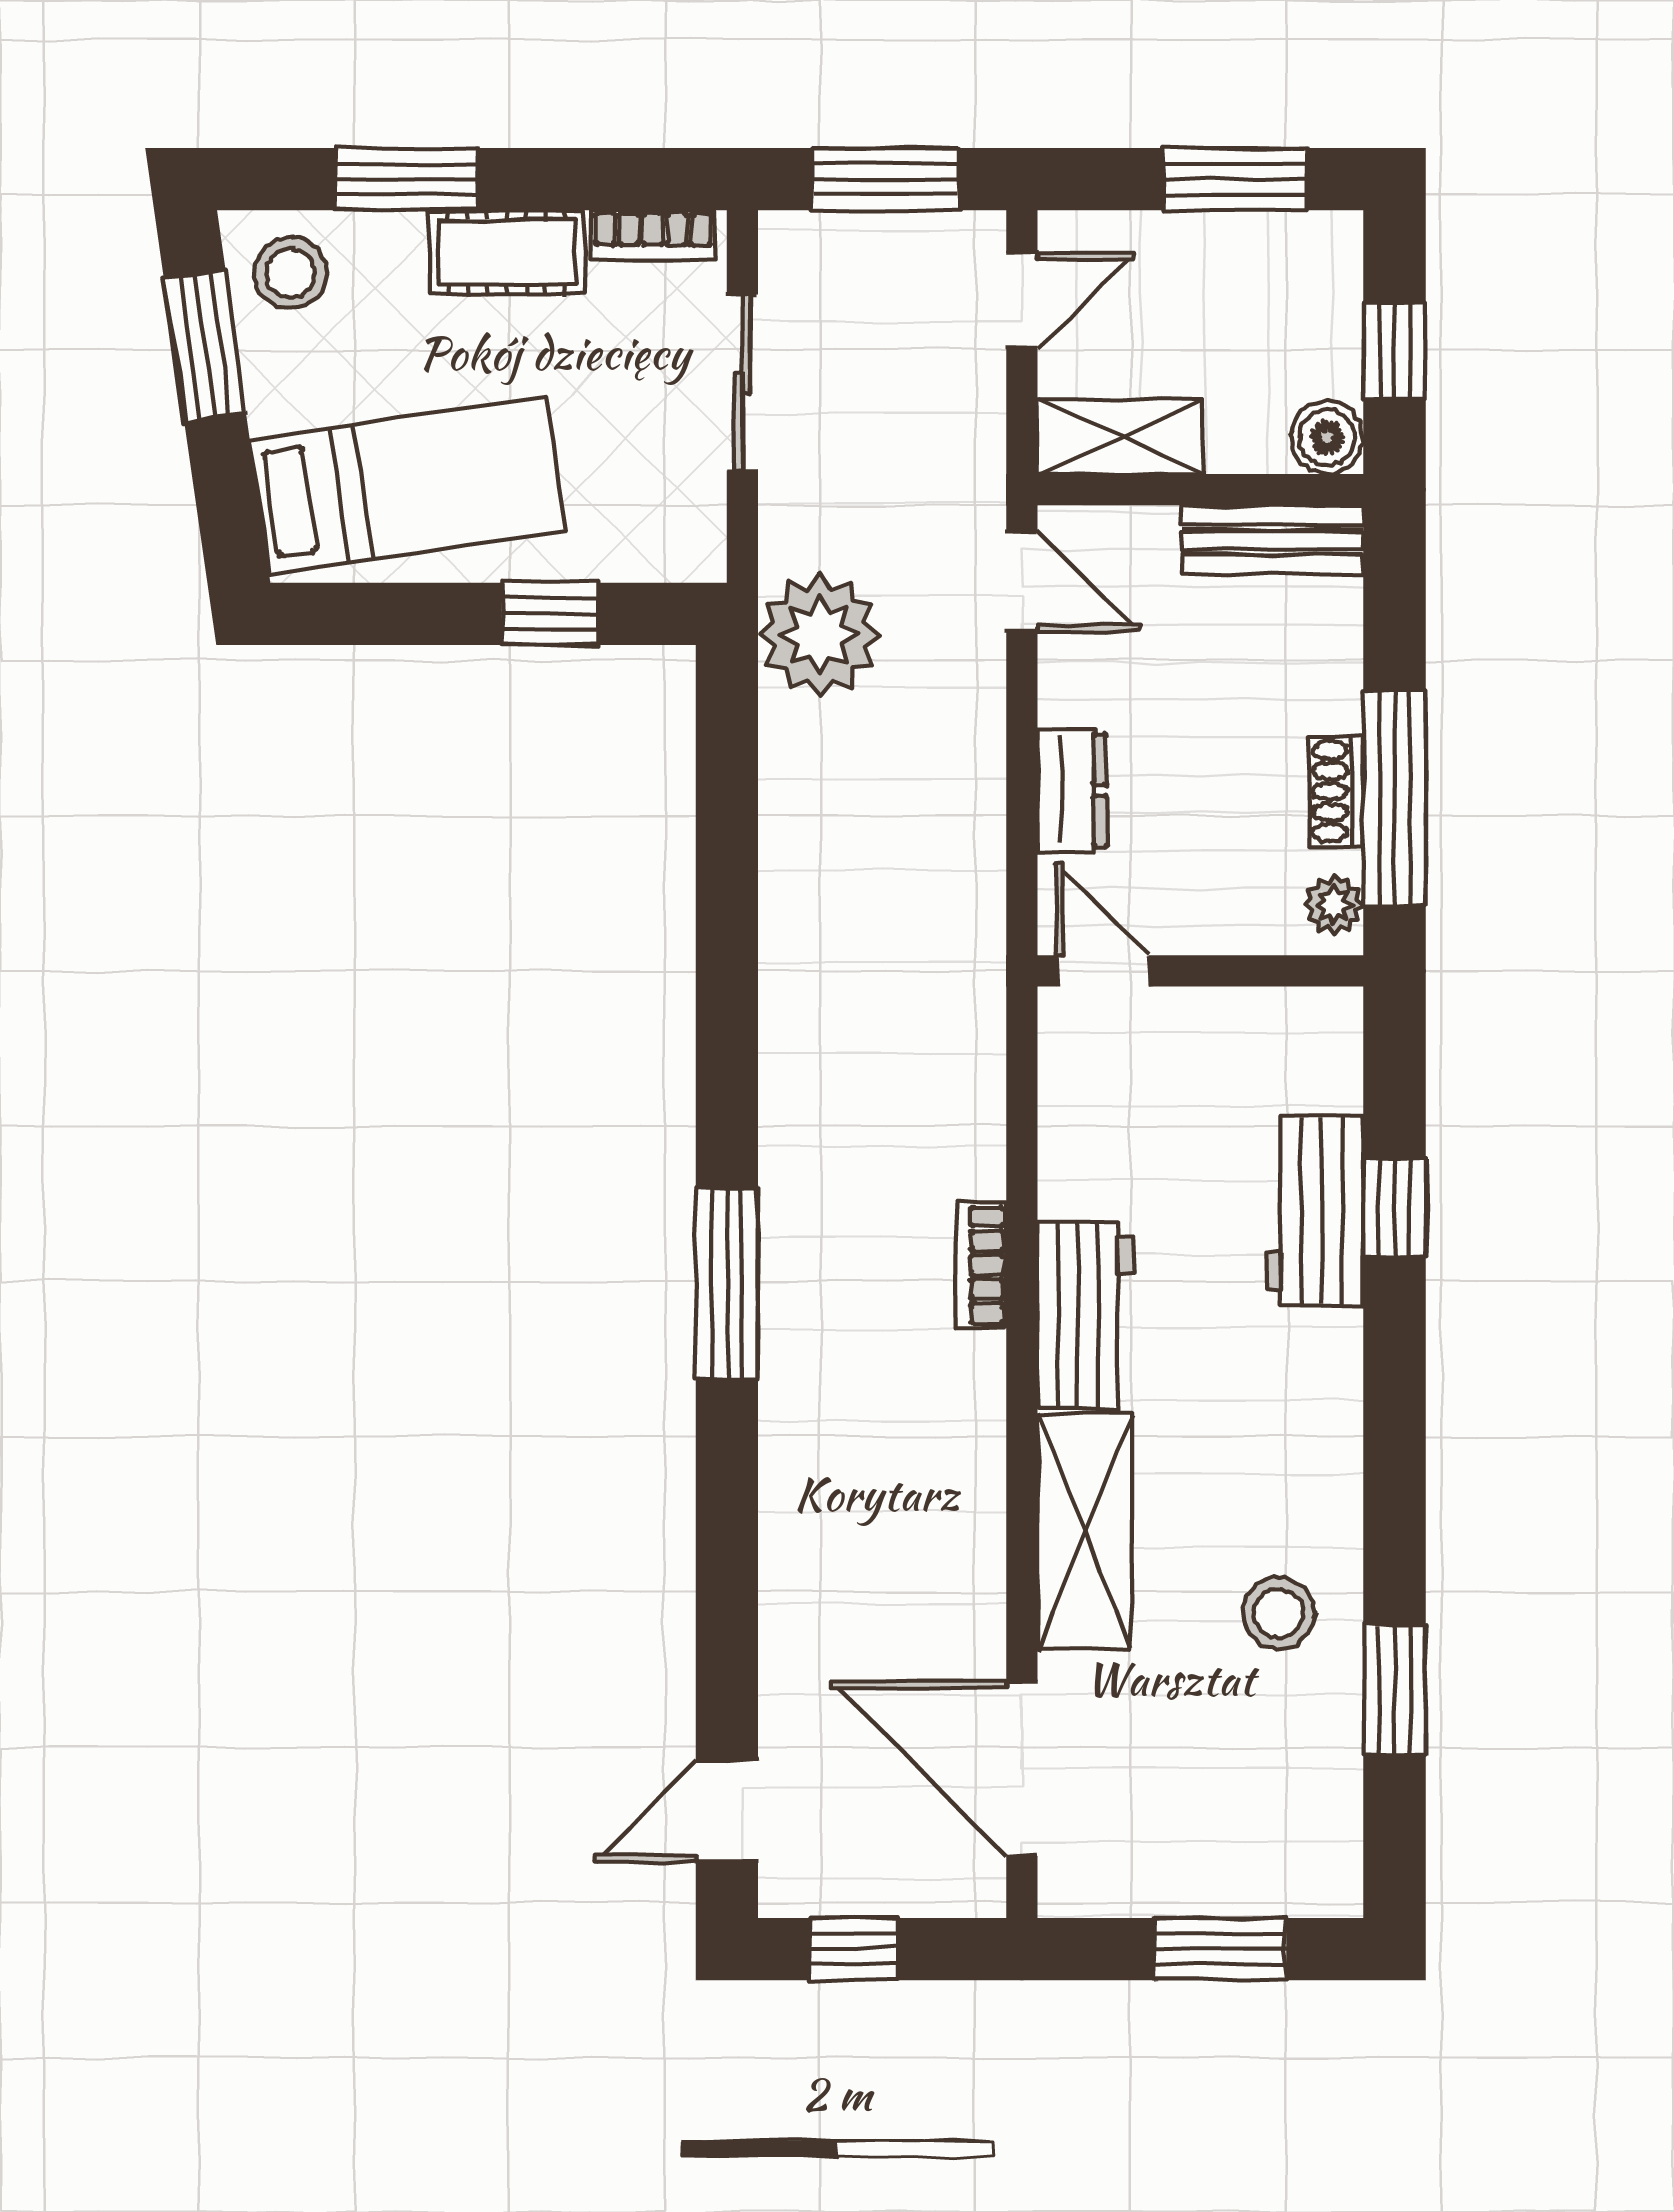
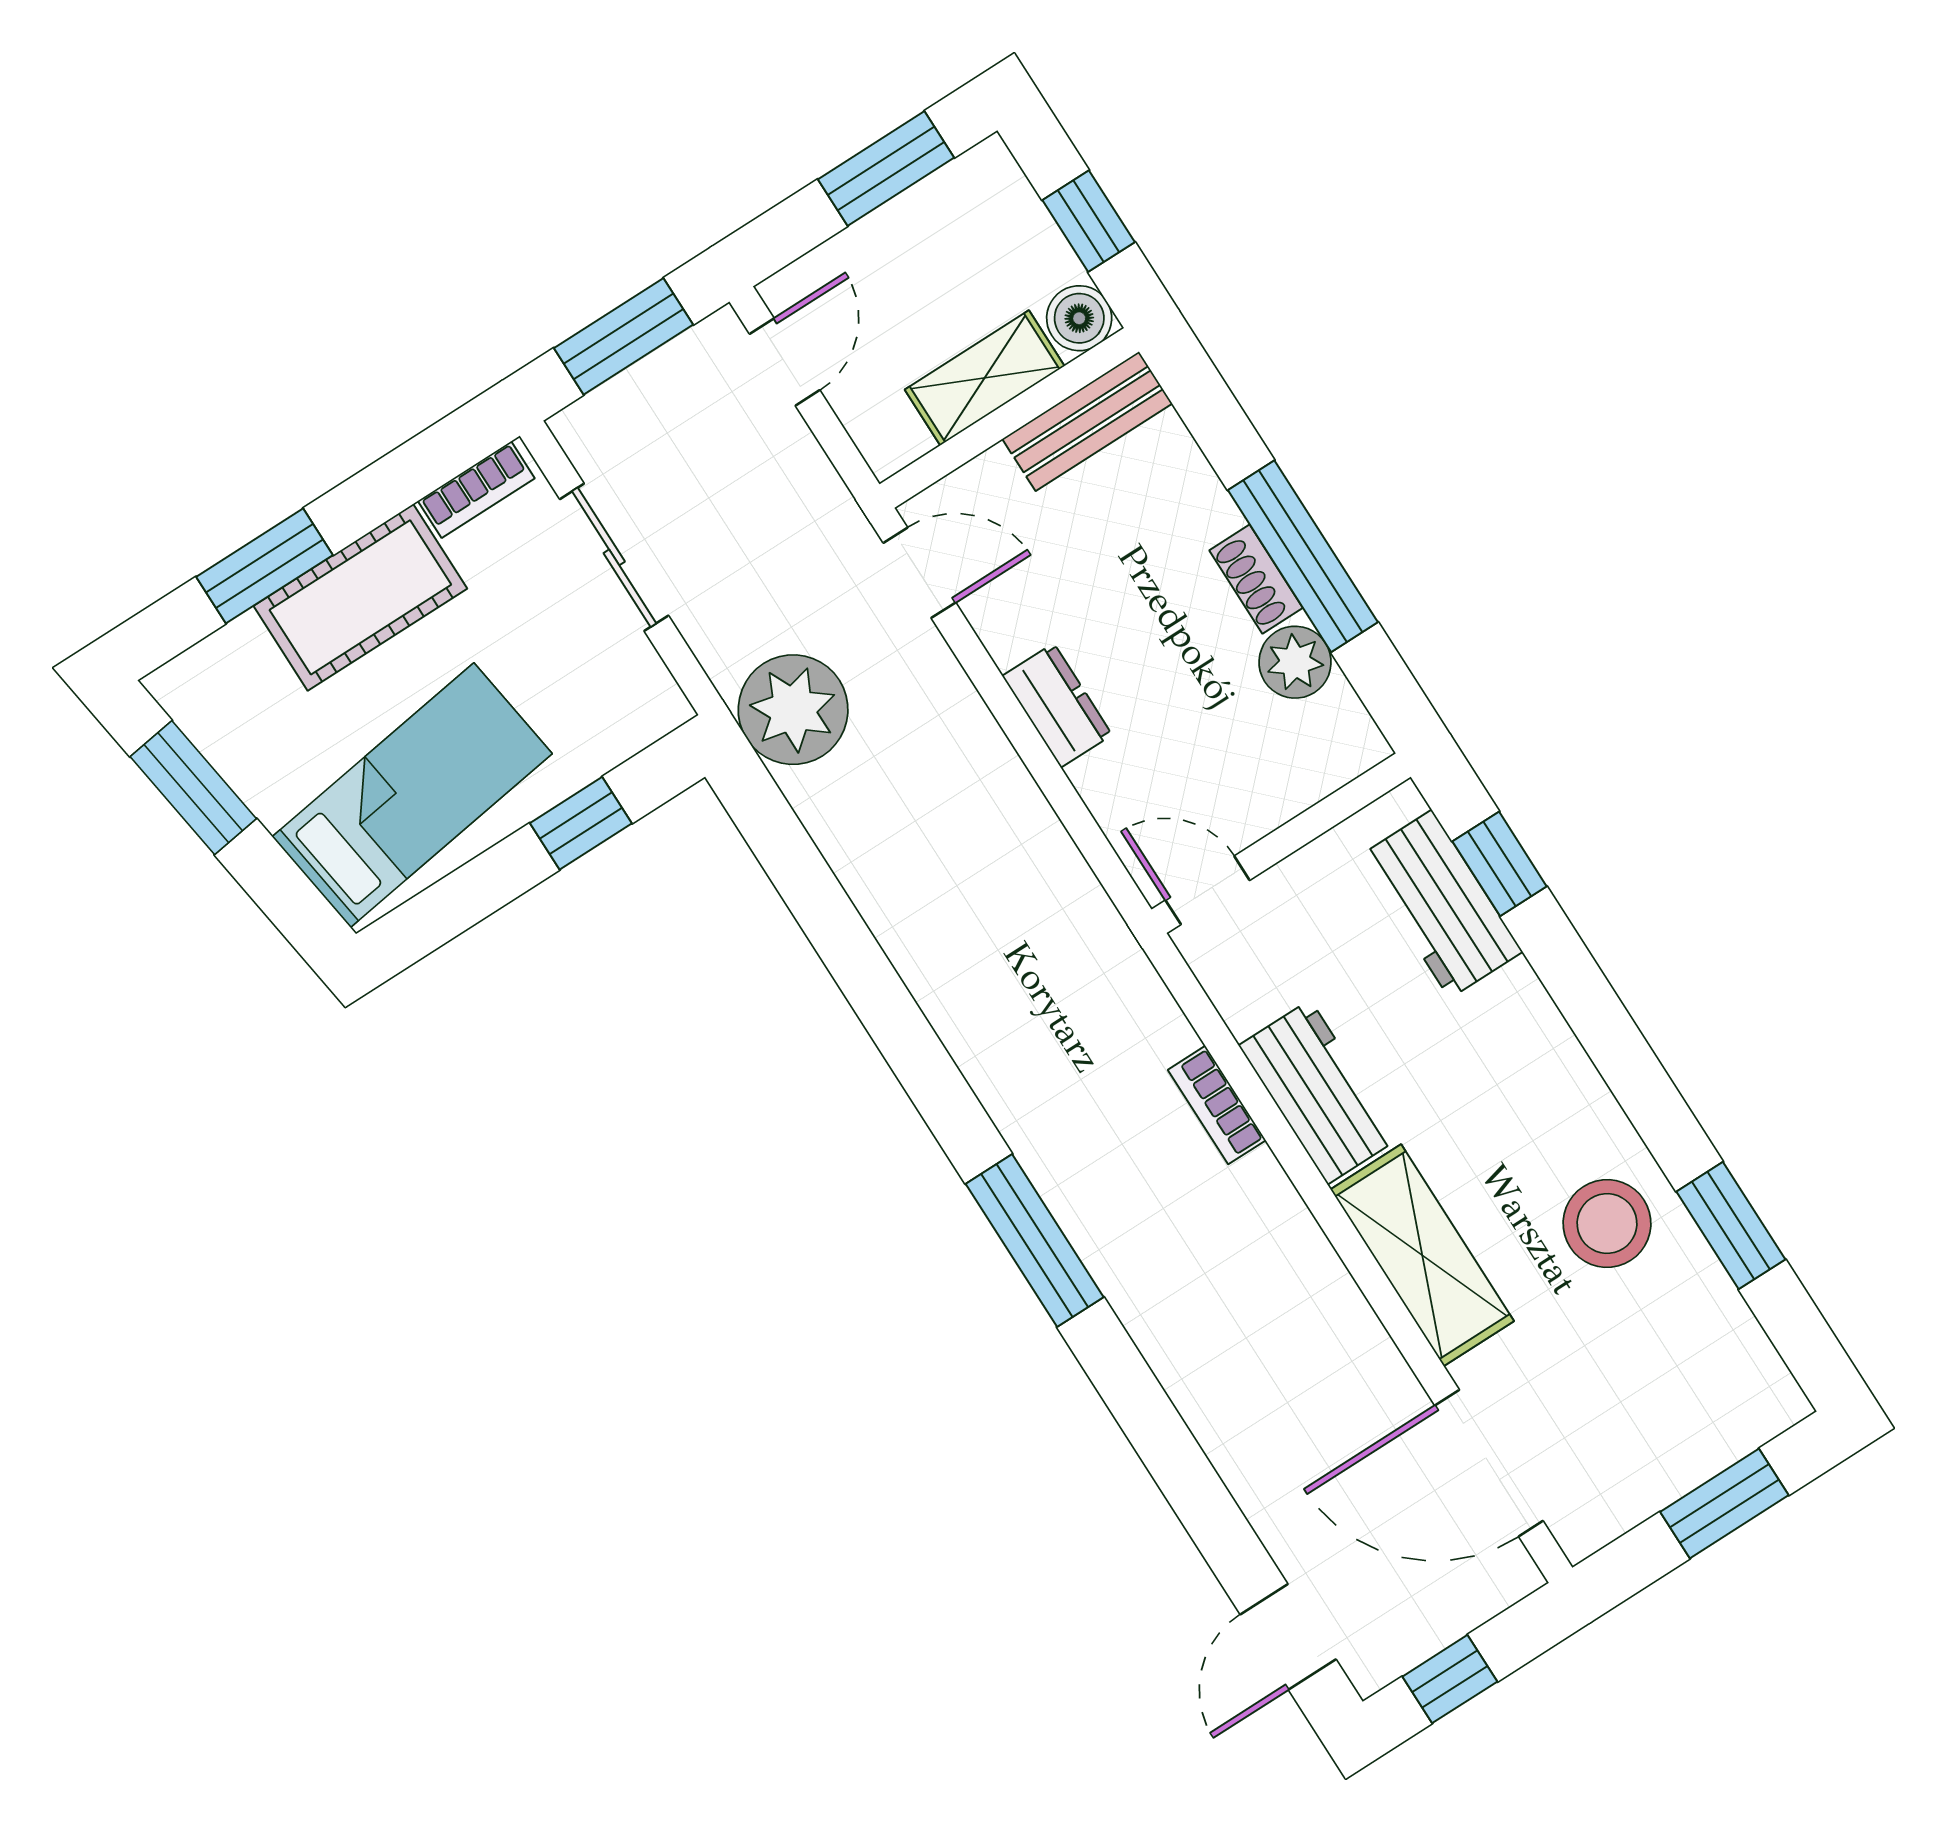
cot: (507, 252) -> (360, 597), width x1.37, depth x1.34
stool: (290, 273) -> (222, 692), removed
shelving: (1120, 437) -> (985, 378), moved
plant: (1334, 905) -> (1295, 662), width x1.38, depth x1.38
door: (1102, 971) -> (1208, 890), moved
wall: (1200, 971) -> (1281, 843), moved
stool: (1279, 1613) -> (1607, 1223), width x1.38, depth x1.38

